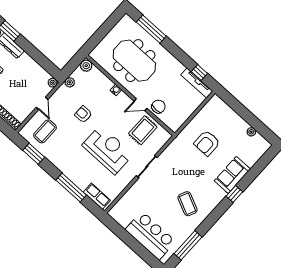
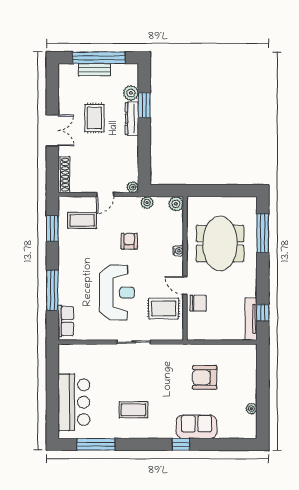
coffee table: (188, 204) -> (133, 410), turned 65

